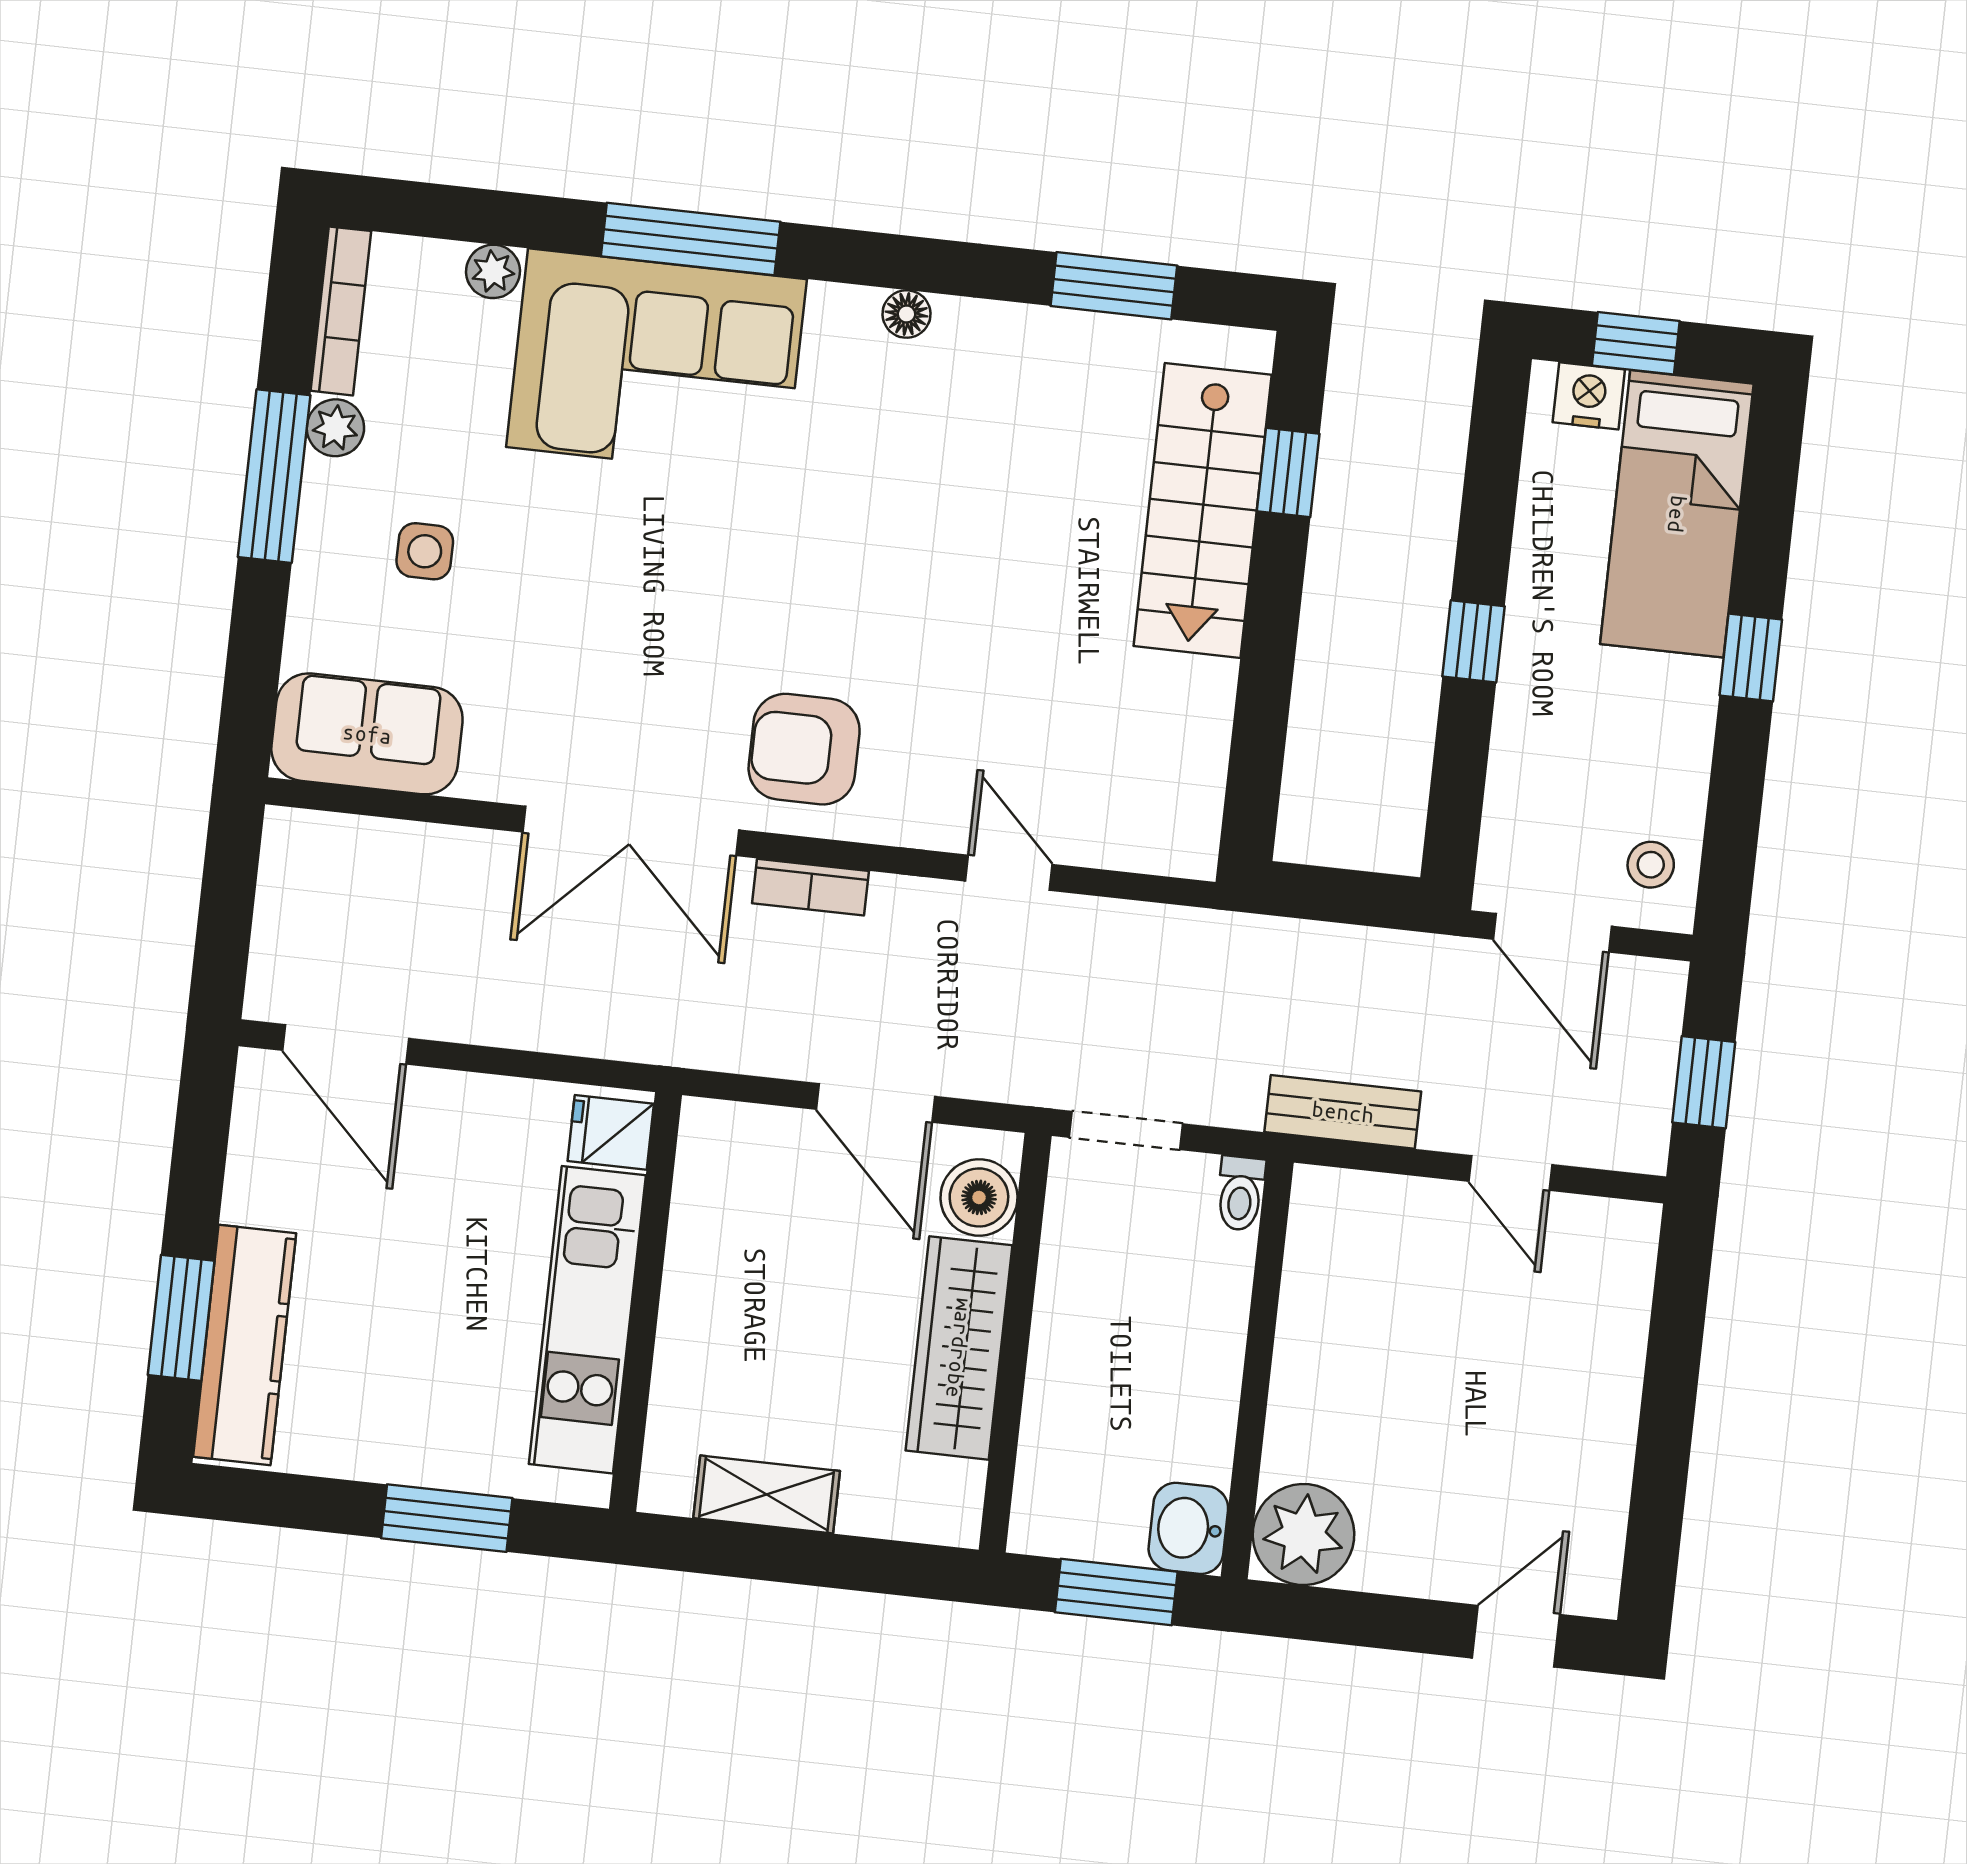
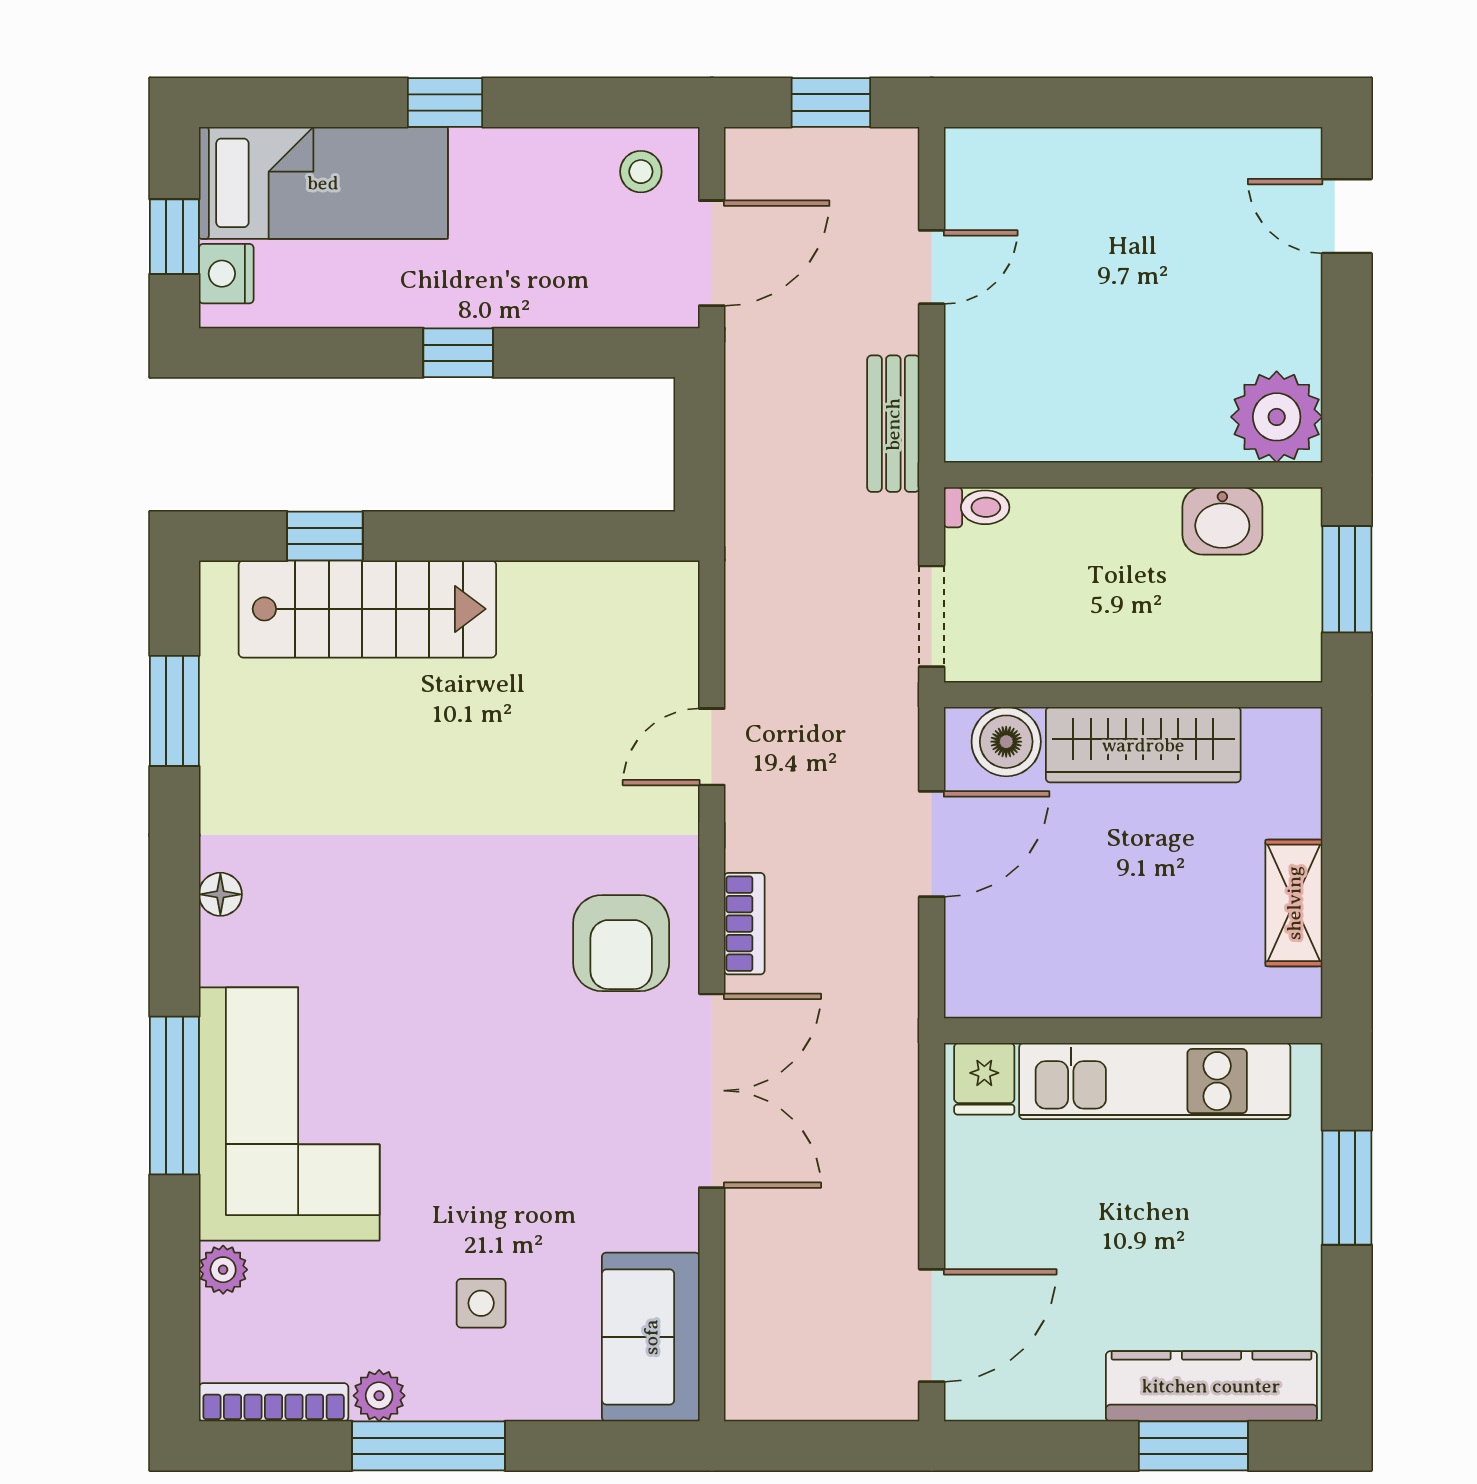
washbasin: (1188, 1528) -> (1222, 521), moved

